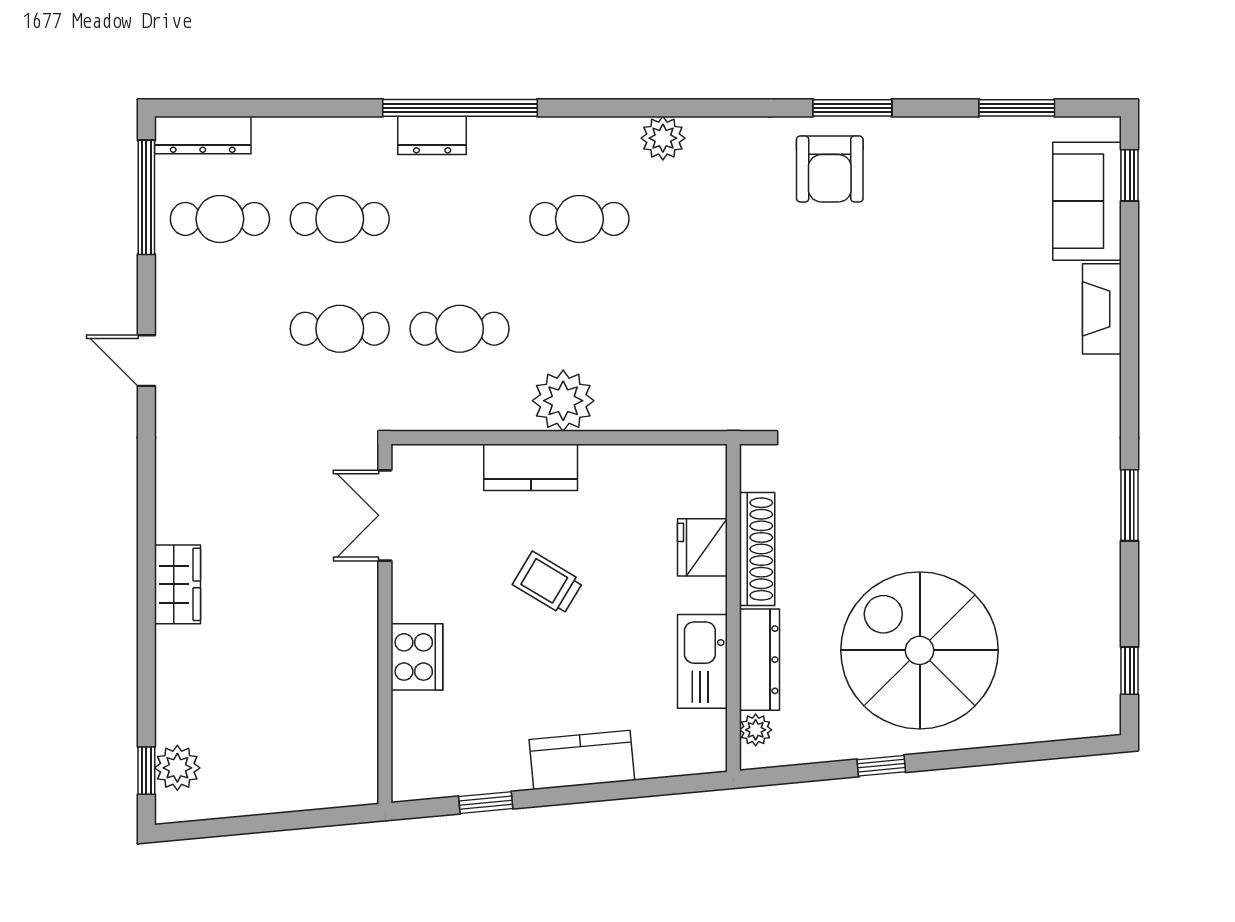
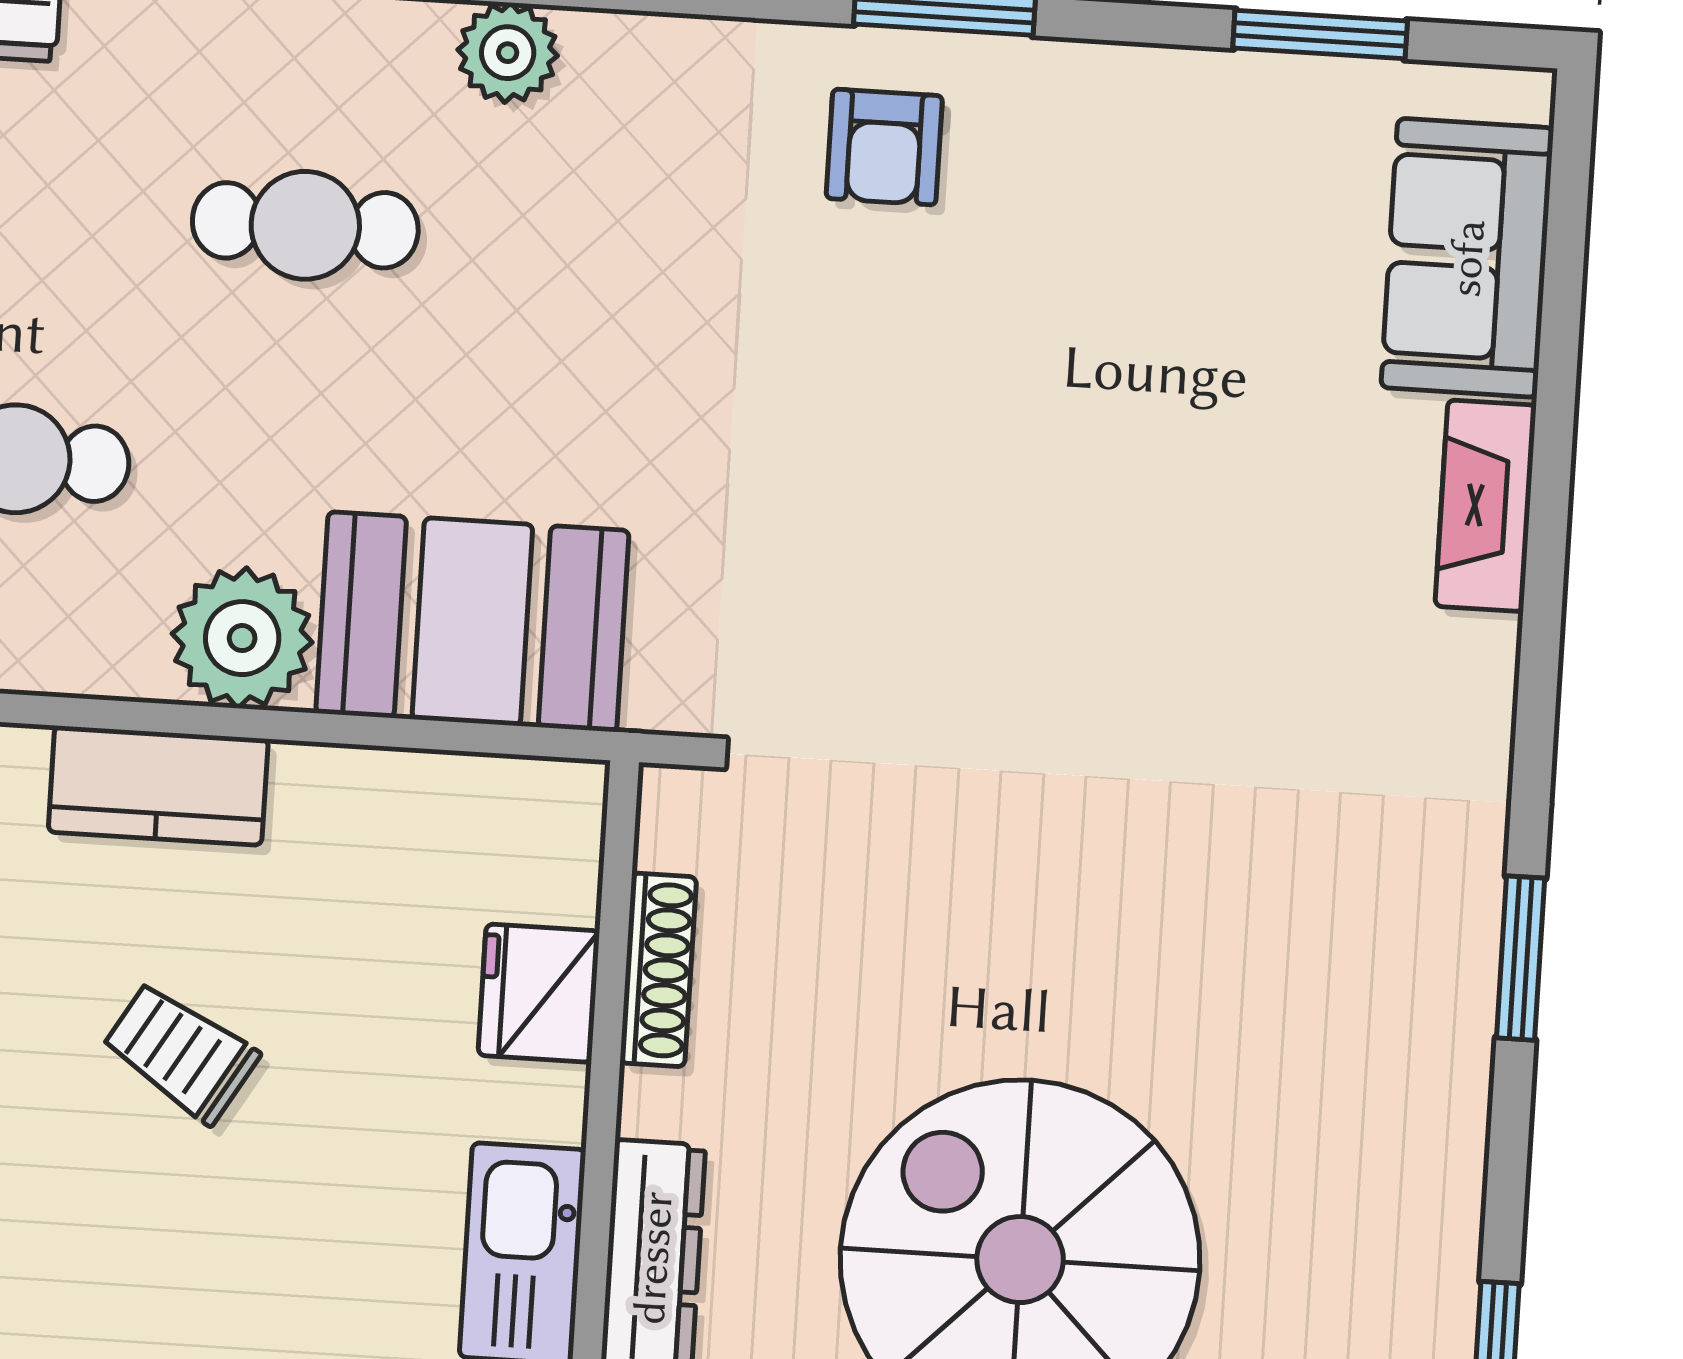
armchair: (830, 169) -> (884, 147), width x0.72, depth x0.72
window: (1130, 175) -> (1568, 204), removed
booth: (663, 387) -> (472, 622), added
shoe rack: (757, 549) -> (658, 970), width x0.74, depth x0.81

